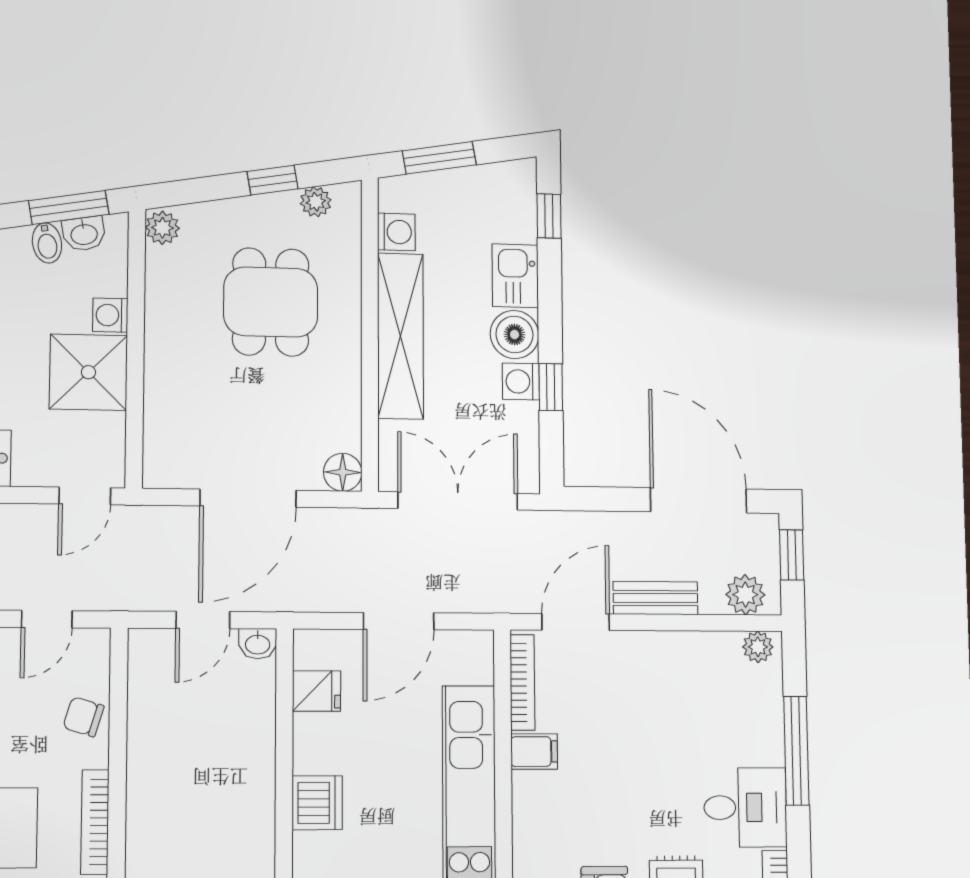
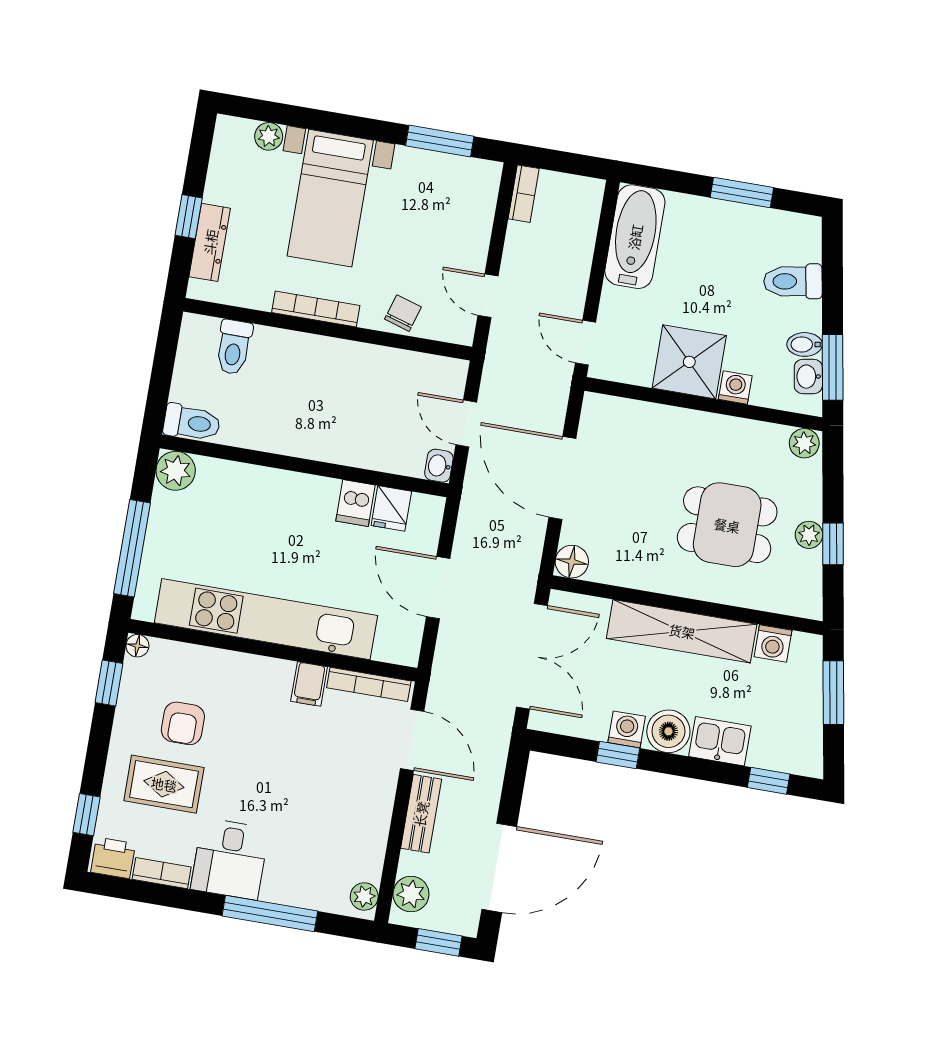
plant: (316, 202) -> (809, 535), moved
dishwasher: (317, 803) -> (355, 503), moved, width x0.73

